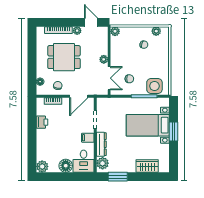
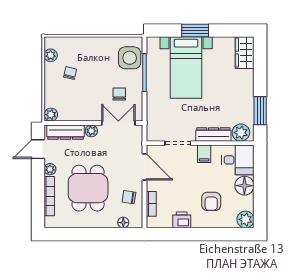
dresser: (103, 41) -> (65, 132), added
armchair: (55, 143) -> (211, 201), added
wardrobe: (147, 166) -> (245, 53), moved

